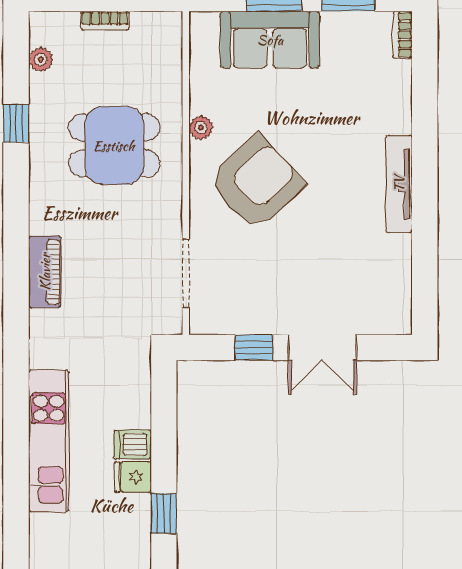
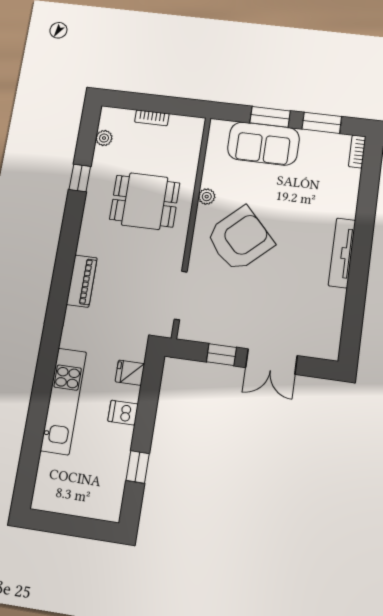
fridge: (133, 477) -> (130, 373), moved

